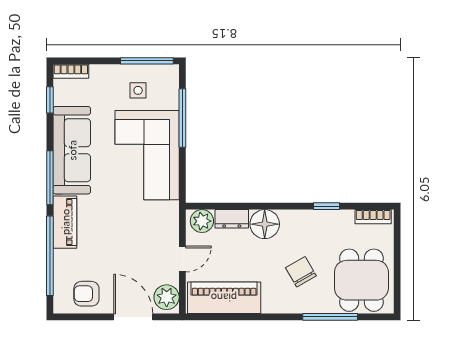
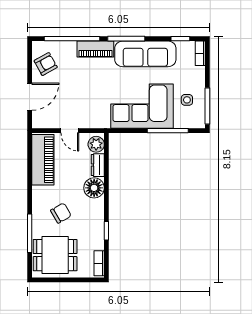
armchair: (86, 294) -> (46, 64), turned 61
plant: (167, 297) -> (43, 120), removed

